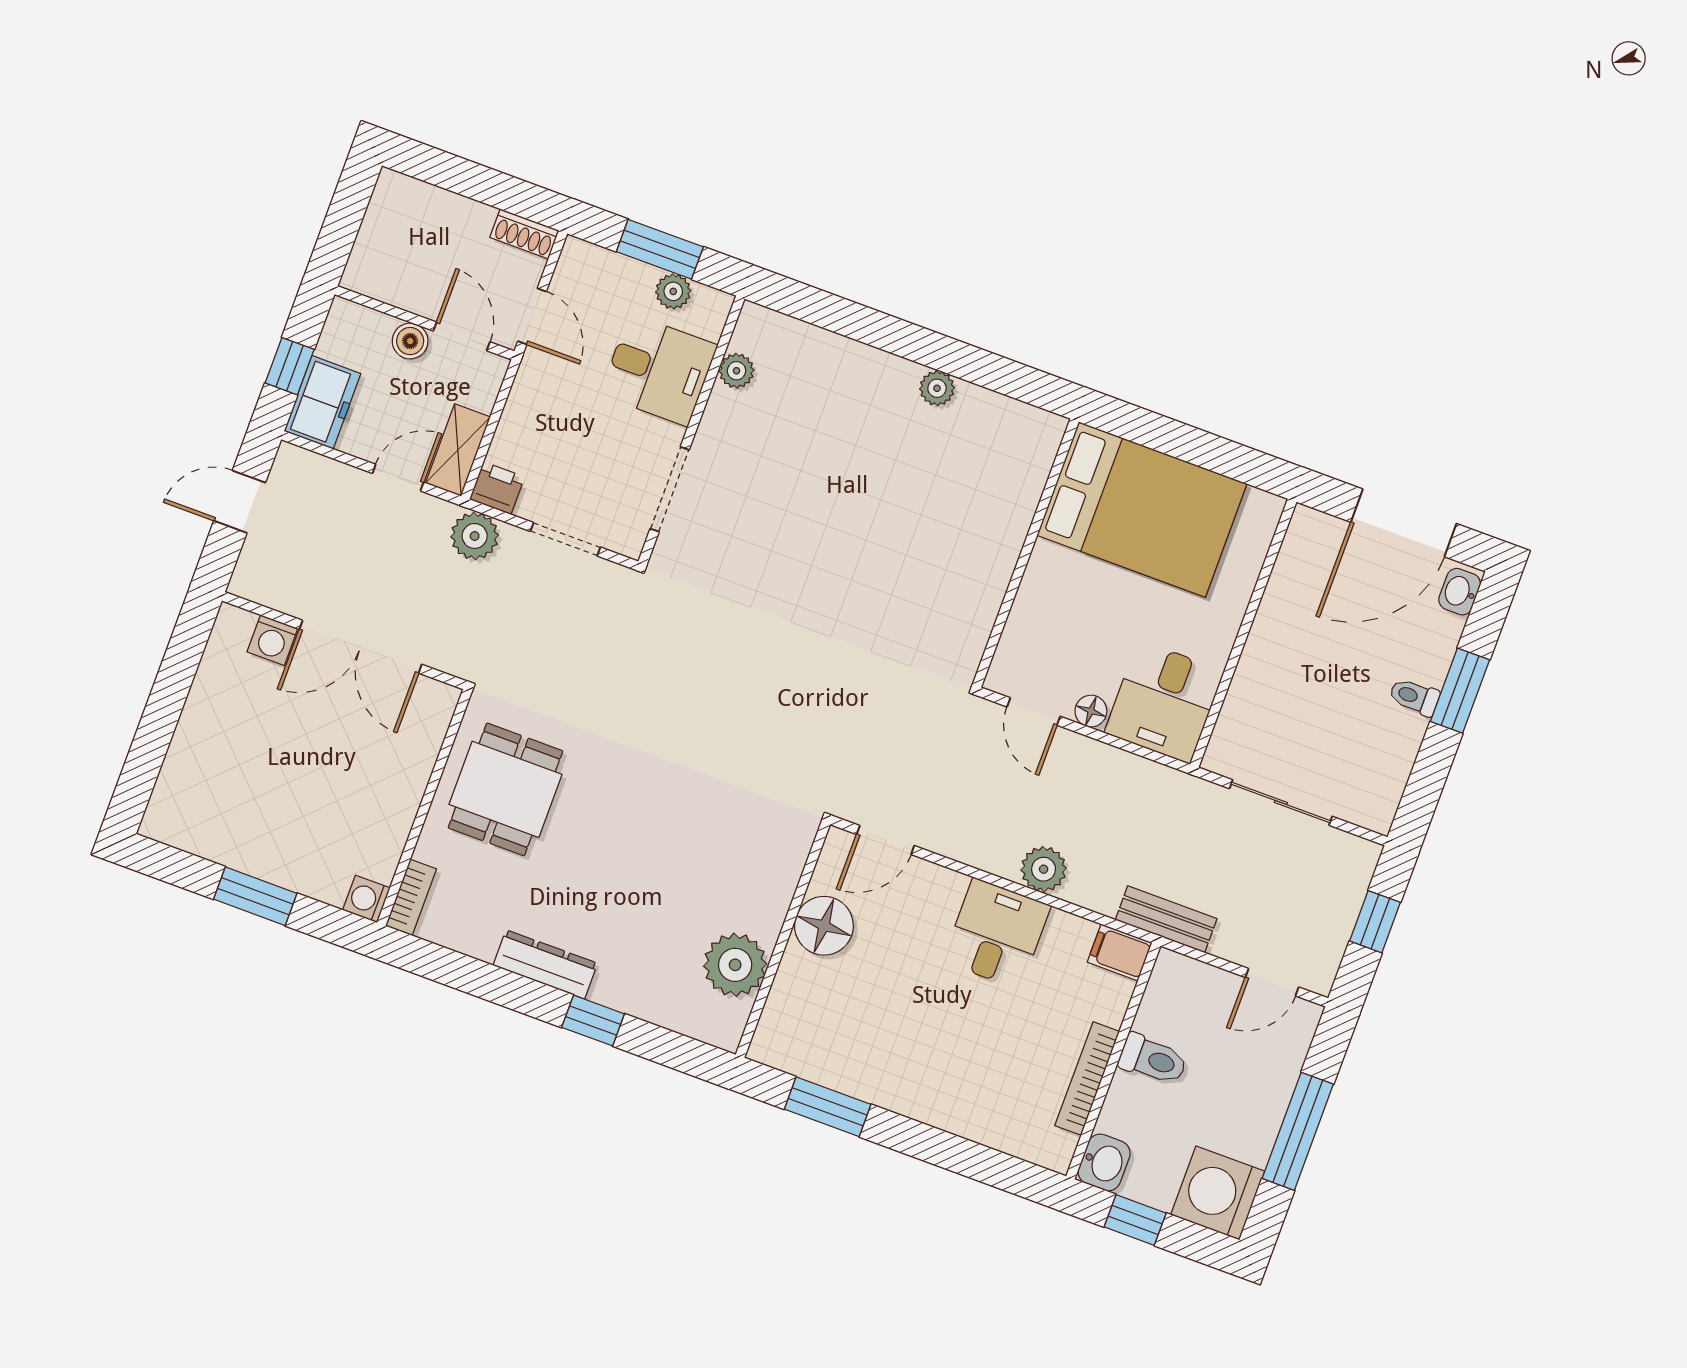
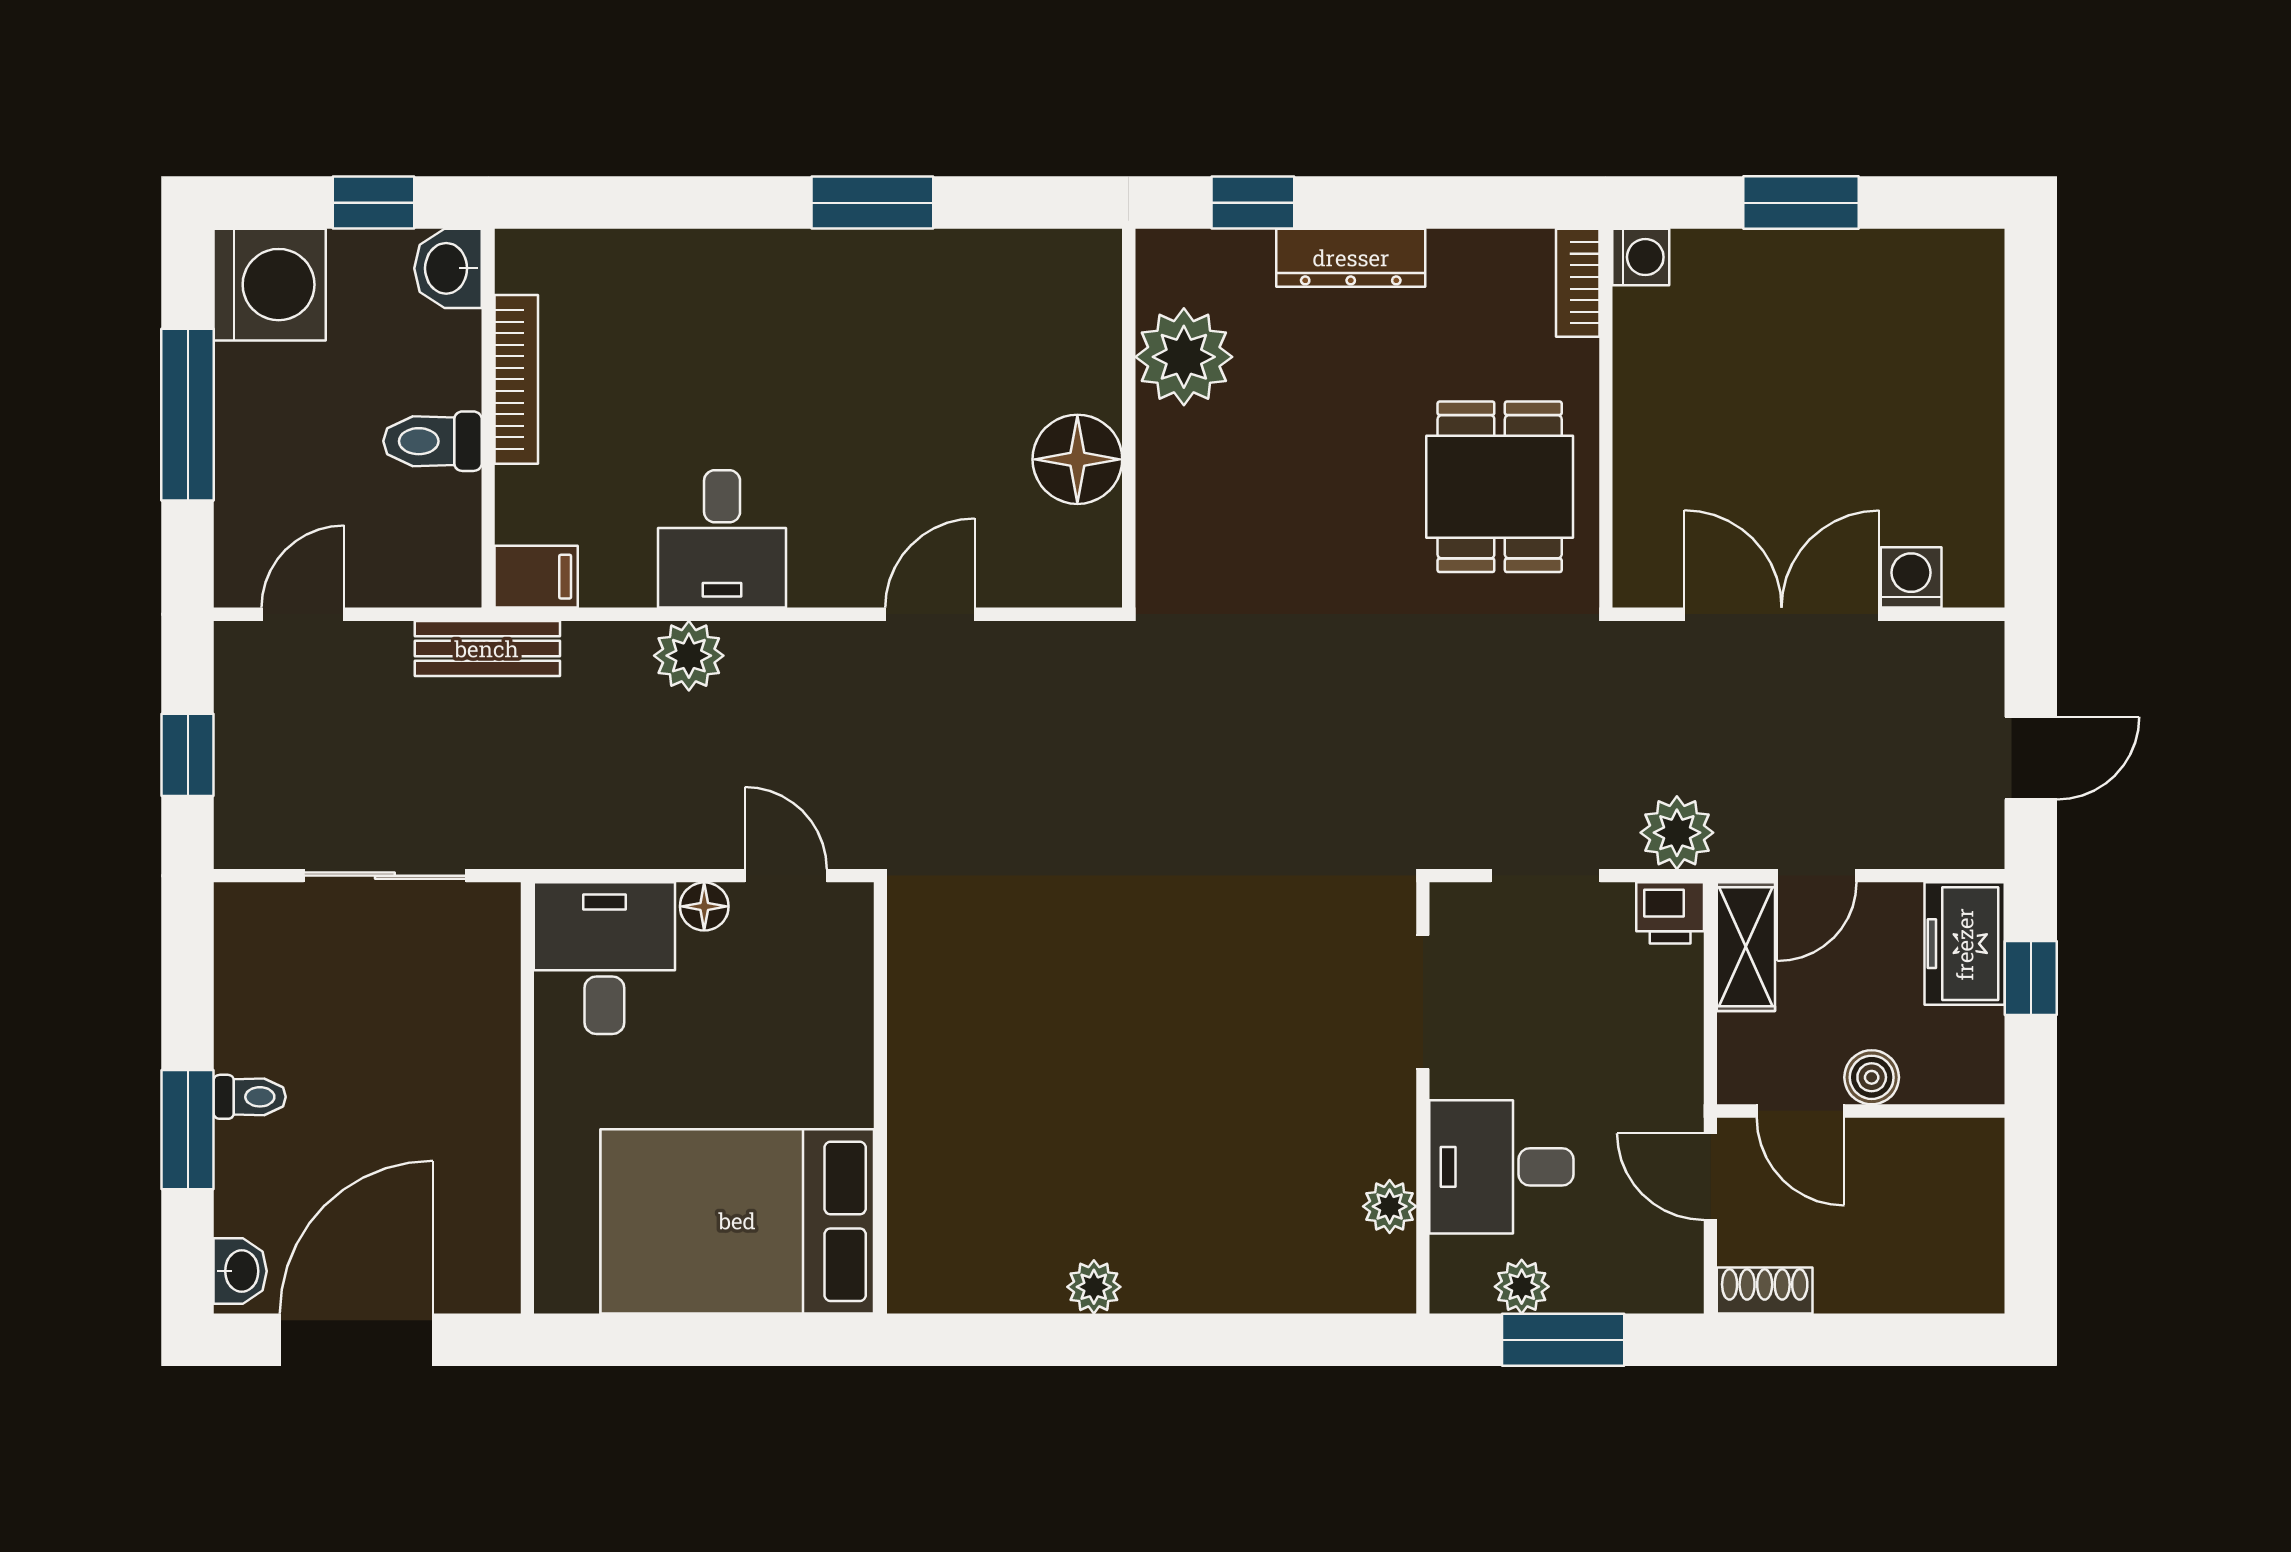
floor lamp: (824, 926) -> (1077, 459), moved
wall: (783, 939) -> (1129, 418), moved
plant: (735, 965) -> (1184, 357), moved

